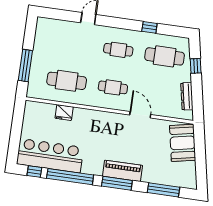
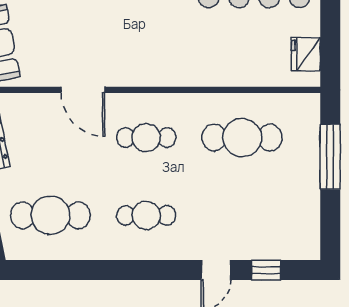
window: (149, 27) -> (266, 270), moved
fridge: (64, 113) -> (306, 54), moved, turned -90

